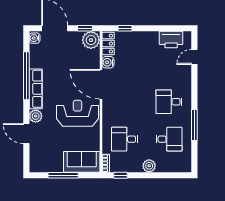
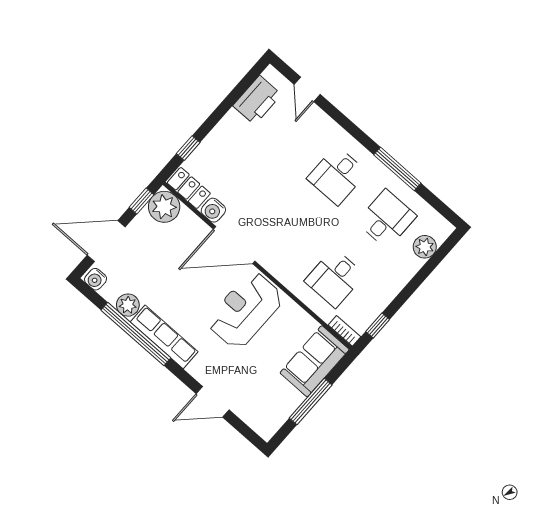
plant: (36, 116) -> (128, 305), moved
plant: (149, 166) -> (425, 247), moved

